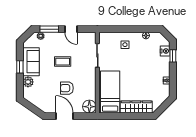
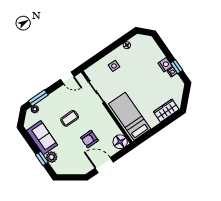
door: (71, 29) -> (67, 78), moved
nightstand: (165, 51) -> (165, 65), moved
window: (173, 56) -> (177, 67), moved
window: (20, 67) -> (42, 158), moved
wardrobe: (136, 107) -> (166, 111), width x0.67

